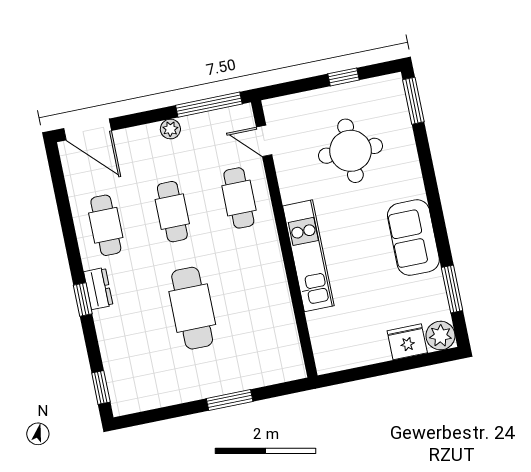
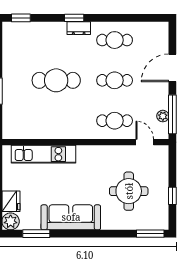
door: (88, 129) -> (172, 68), moved
plant: (170, 129) -> (163, 116), moved
door: (264, 141) -> (145, 142), hinge flipped
sofa: (413, 238) -> (71, 217), width x1.36
kitchen unit: (308, 256) -> (44, 154), moved

